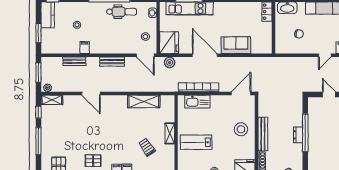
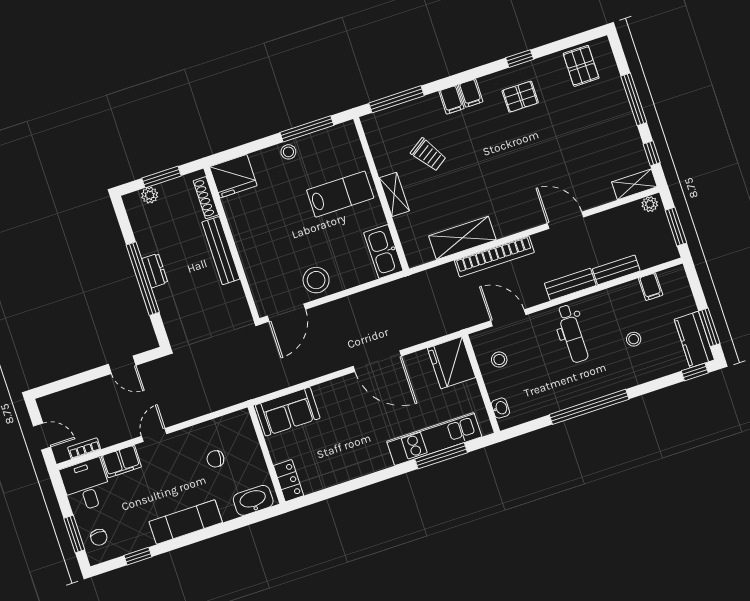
dental chair: (122, 12) -> (572, 334), moved, turned -90
window: (38, 33) -> (709, 327), moved
sofa: (236, 45) -> (288, 412), moved
filing cabinet: (85, 48) -> (651, 287), moved
door: (145, 55) -> (508, 318), moved
bench: (112, 62) -> (570, 284), moved
plant: (170, 62) -> (438, 326), removed
bookcase: (199, 87) -> (494, 256), moved
kitchen sink: (197, 102) -> (383, 252), moved, turned -90
stool: (241, 129) -> (316, 280), moved

